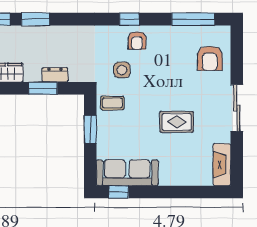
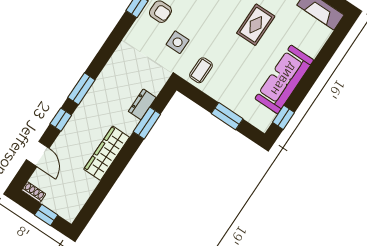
window: (90, 129) -> (227, 116), moved
sofa: (127, 173) -> (284, 79), moved

